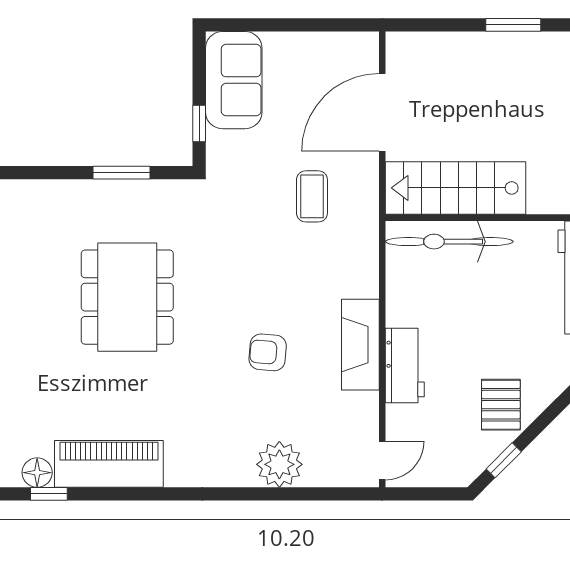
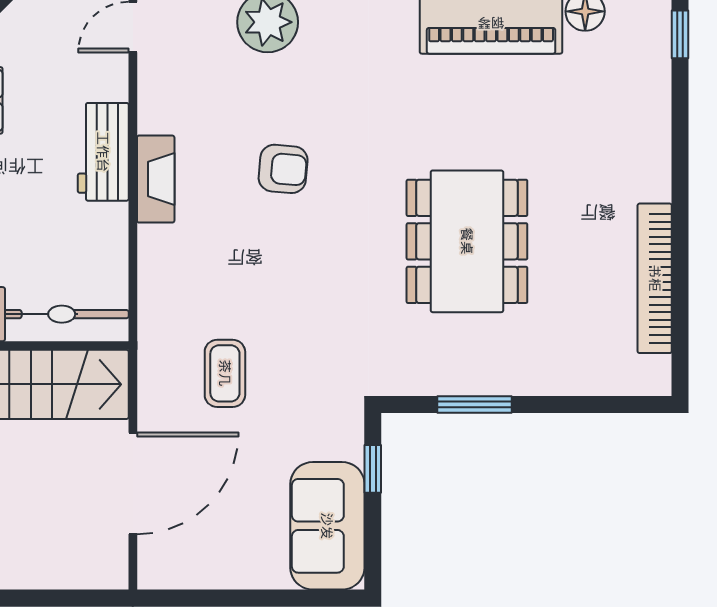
fireplace: (360, 345) -> (156, 179), width x0.73, depth x0.76

